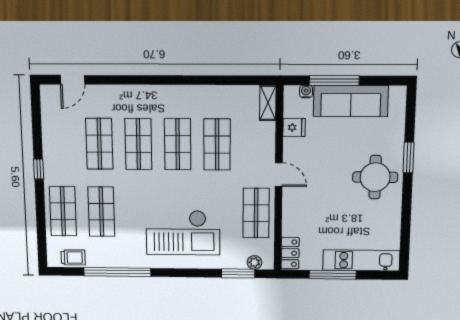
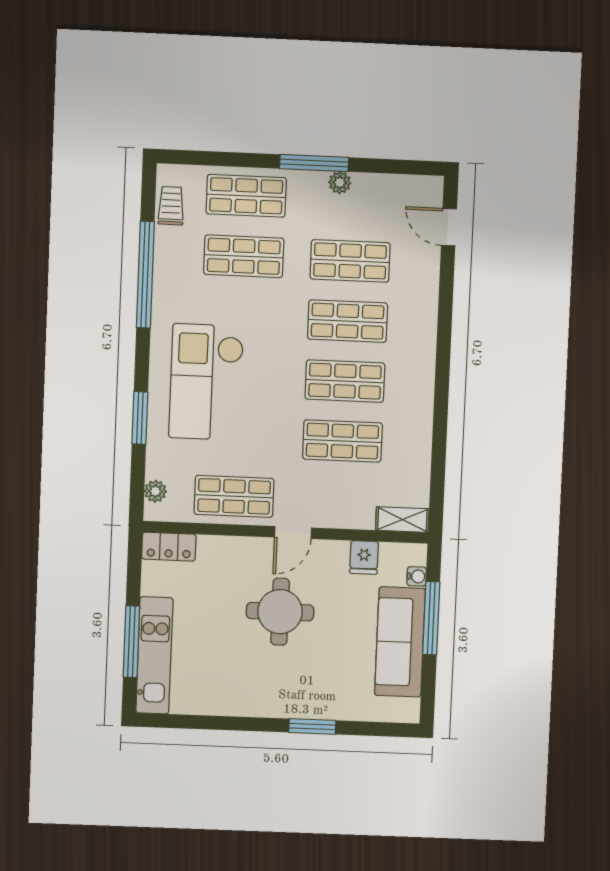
plant: (50, 152) -> (340, 183), added
window: (39, 169) -> (314, 163), width x2.17
round table: (375, 177) -> (280, 612), moved
trolley: (73, 257) -> (171, 206), turned 180
window: (238, 273) -> (140, 418), moved
window: (333, 275) -> (131, 642), moved

